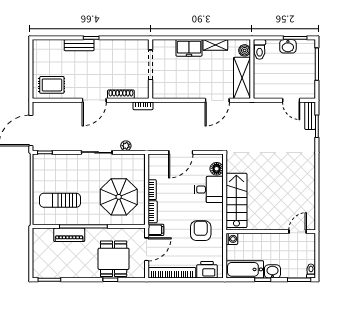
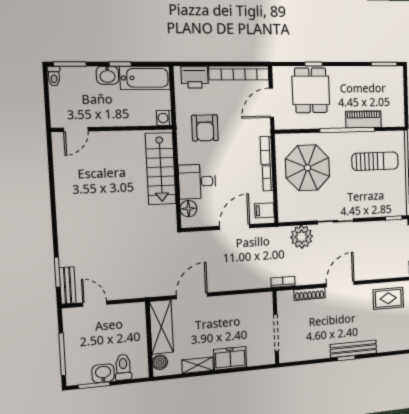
bench: (79, 45) -> (353, 349), width x1.36
toilet: (260, 49) -> (123, 367), moved
plant: (126, 146) -> (302, 237), width x1.88, depth x1.88
filing cabinet: (156, 230) -> (264, 210), moved

